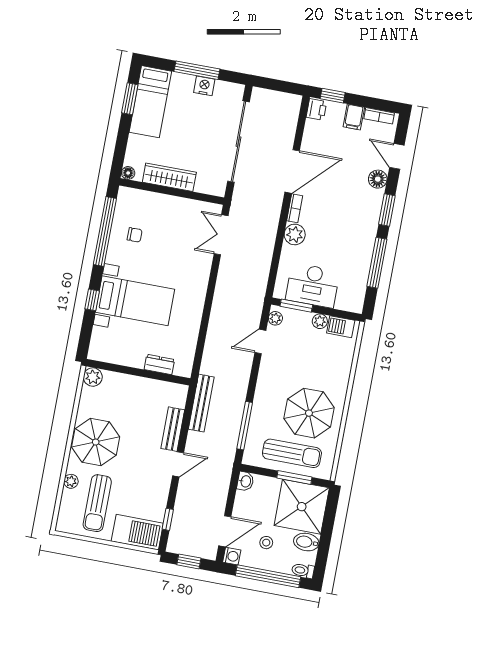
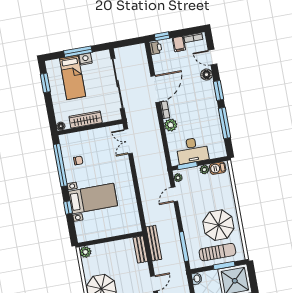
bed: (150, 102) -> (73, 77), moved
dresser: (159, 365) -> (121, 230), removed
bench: (173, 429) -> (140, 249), moved

